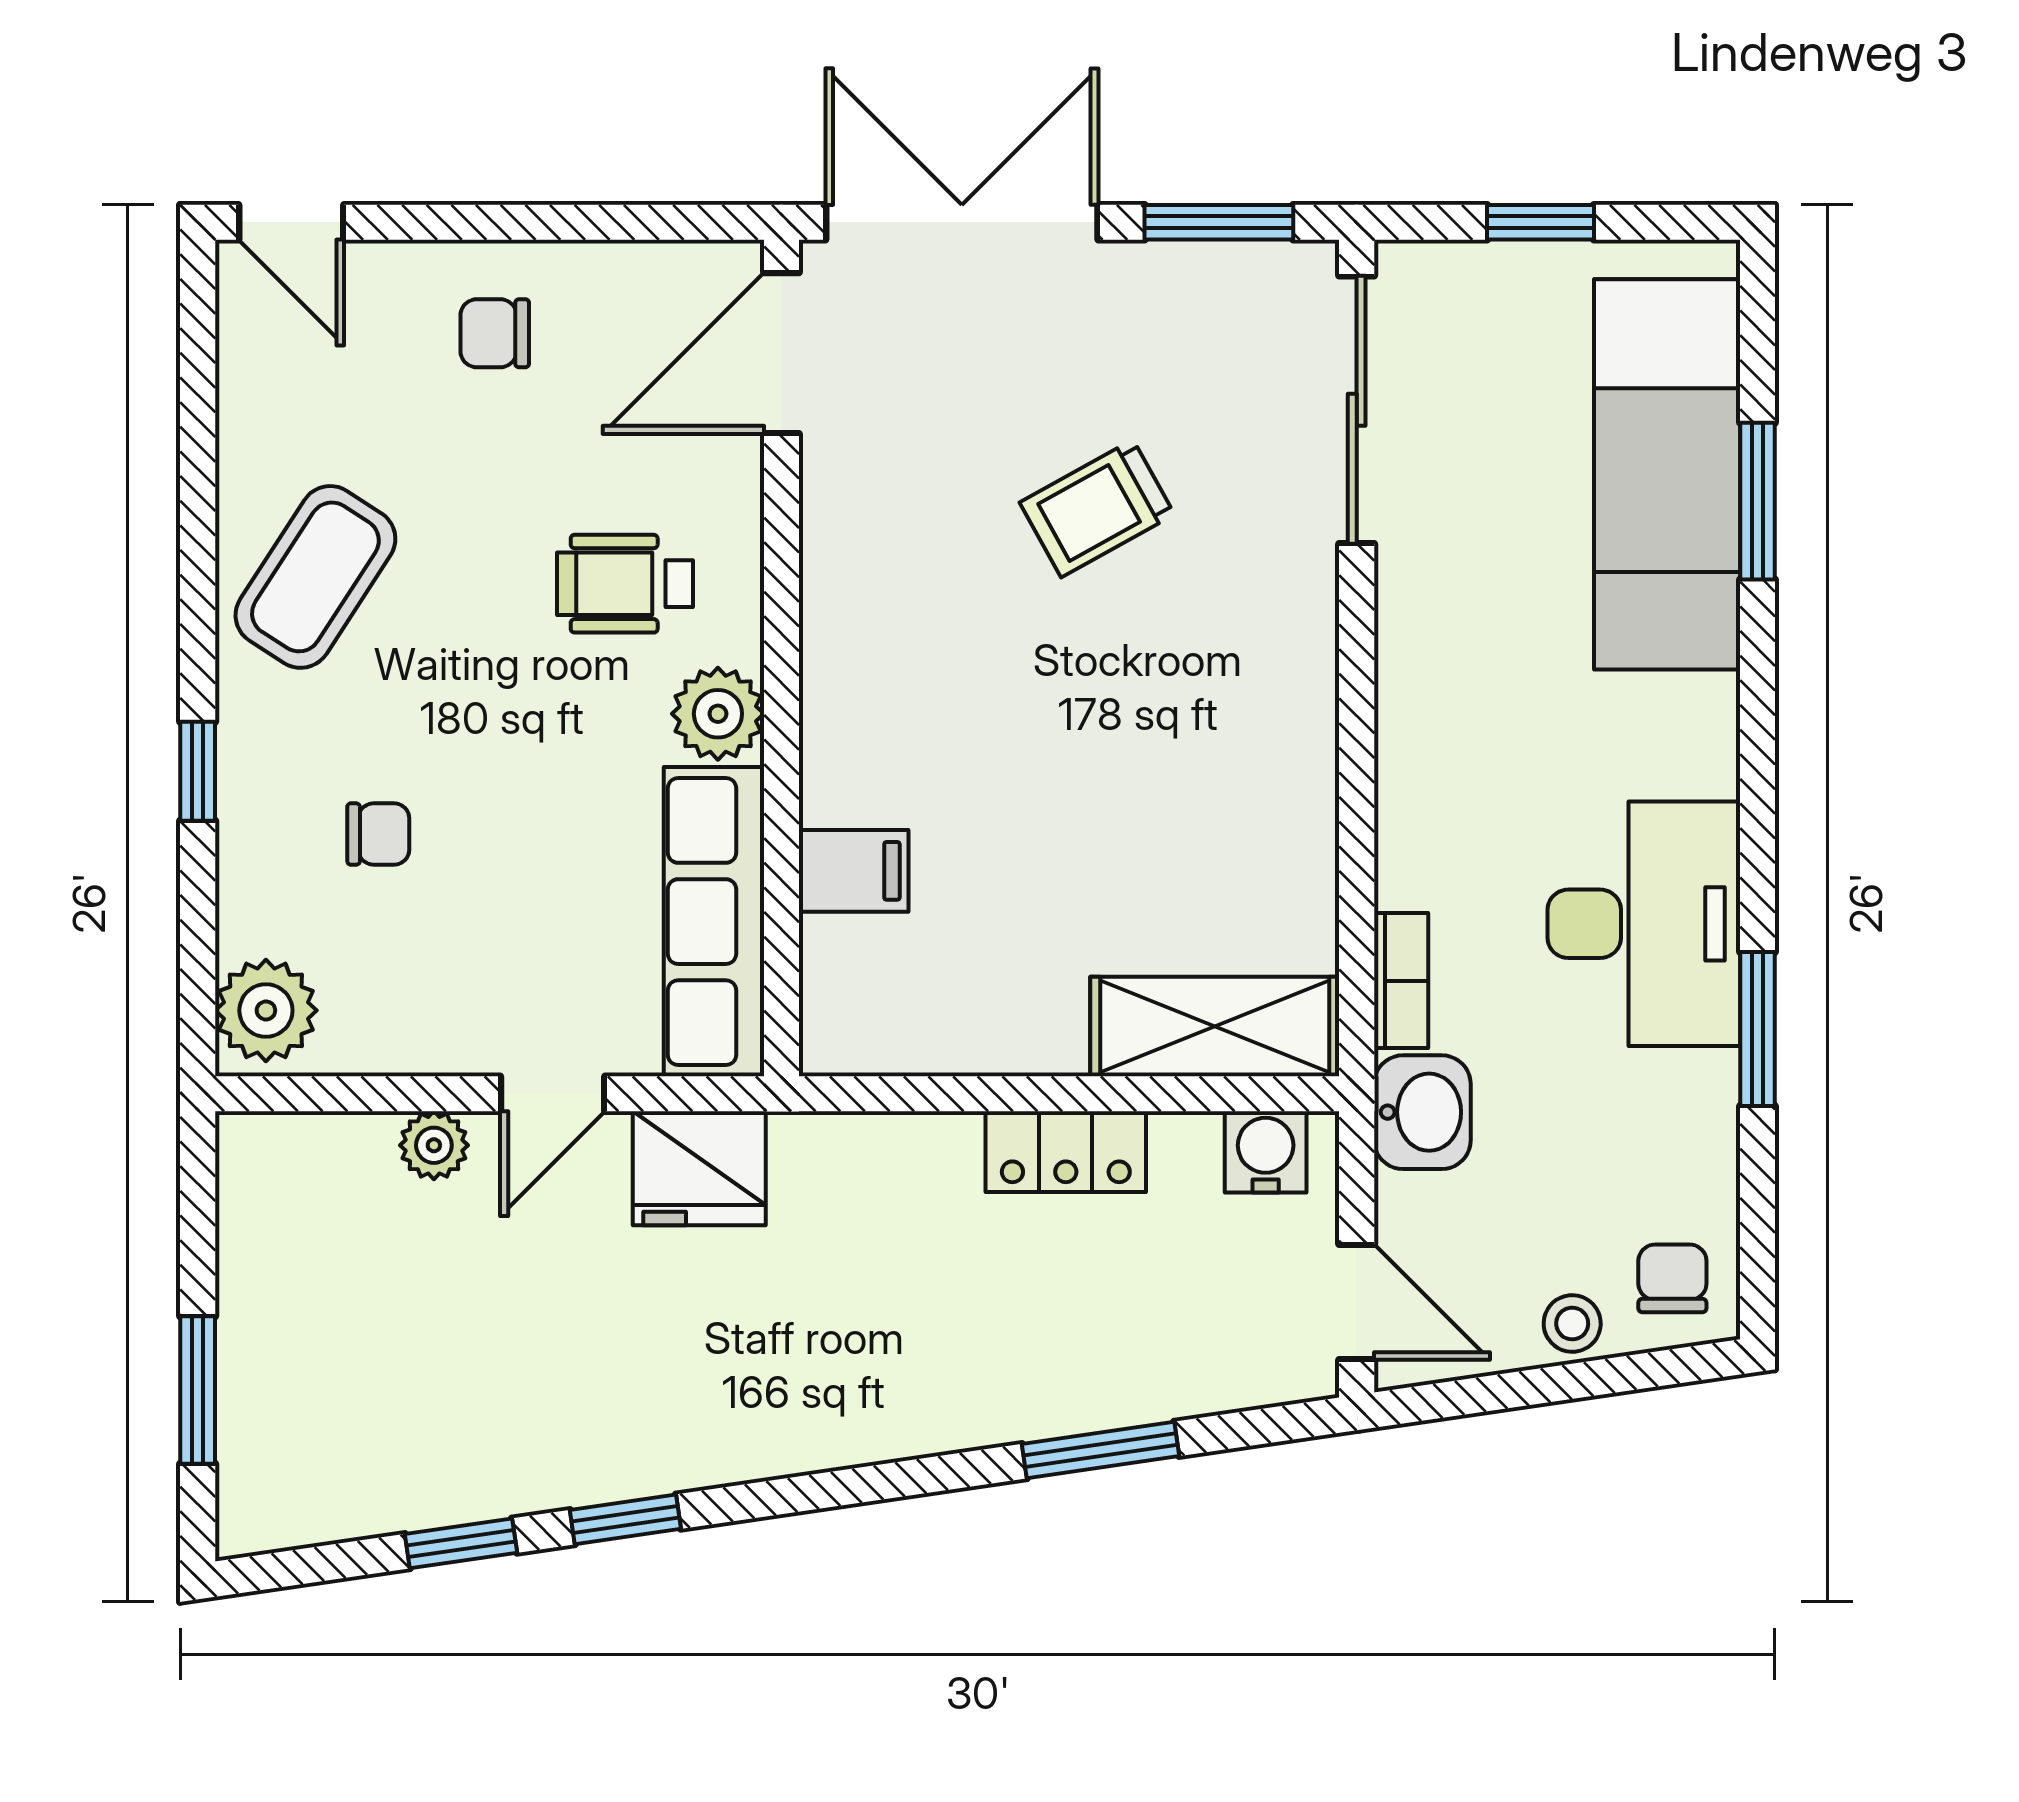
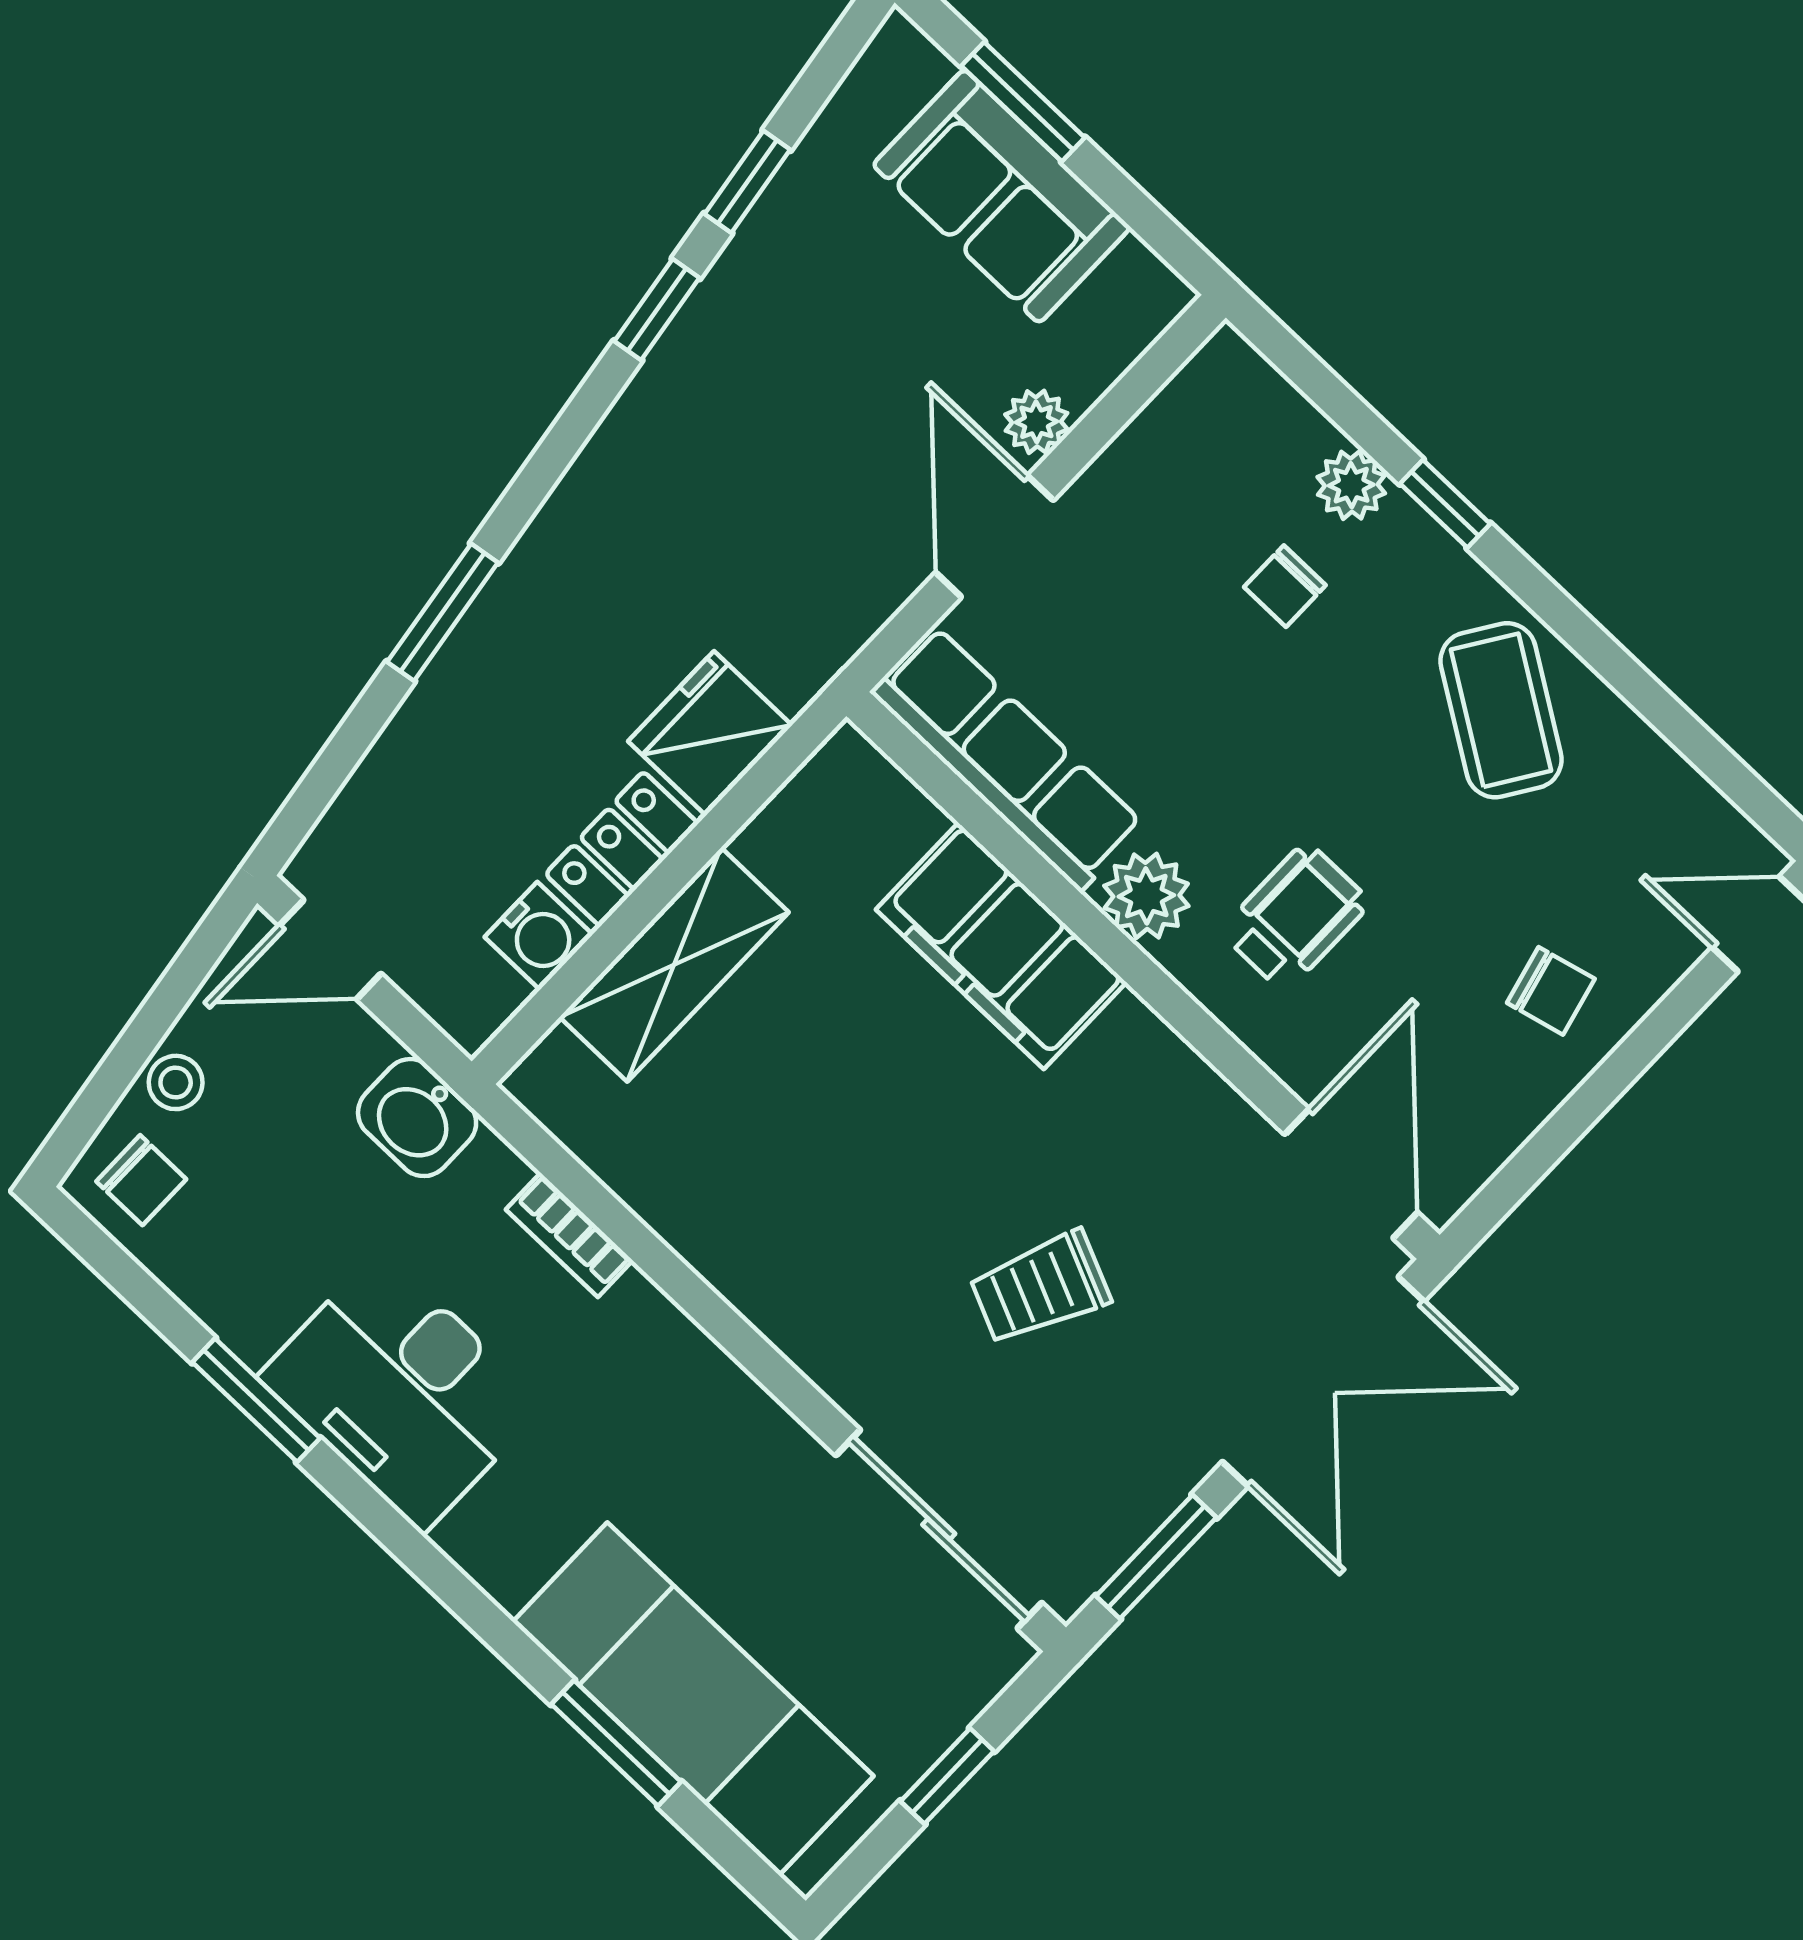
chair: (495, 333) -> (1551, 991), turned 76
trolley: (1097, 508) -> (1040, 1288), turned -127
filing cabinet: (854, 871) -> (1001, 946), width x3.00, depth x1.17
bookcase: (1401, 981) -> (569, 1235), moved
plant: (266, 1010) -> (1351, 485), moved, width x0.73, depth x0.73
shelving: (1215, 1026) -> (674, 965), moved
door: (553, 1094) -> (995, 536), width x1.38
water cooler: (1266, 1152) -> (539, 936), moved
fridge: (699, 1168) -> (710, 733), moved
sofa: (286, 1337) -> (1002, 196), added
window: (1100, 1450) -> (443, 612), moved

